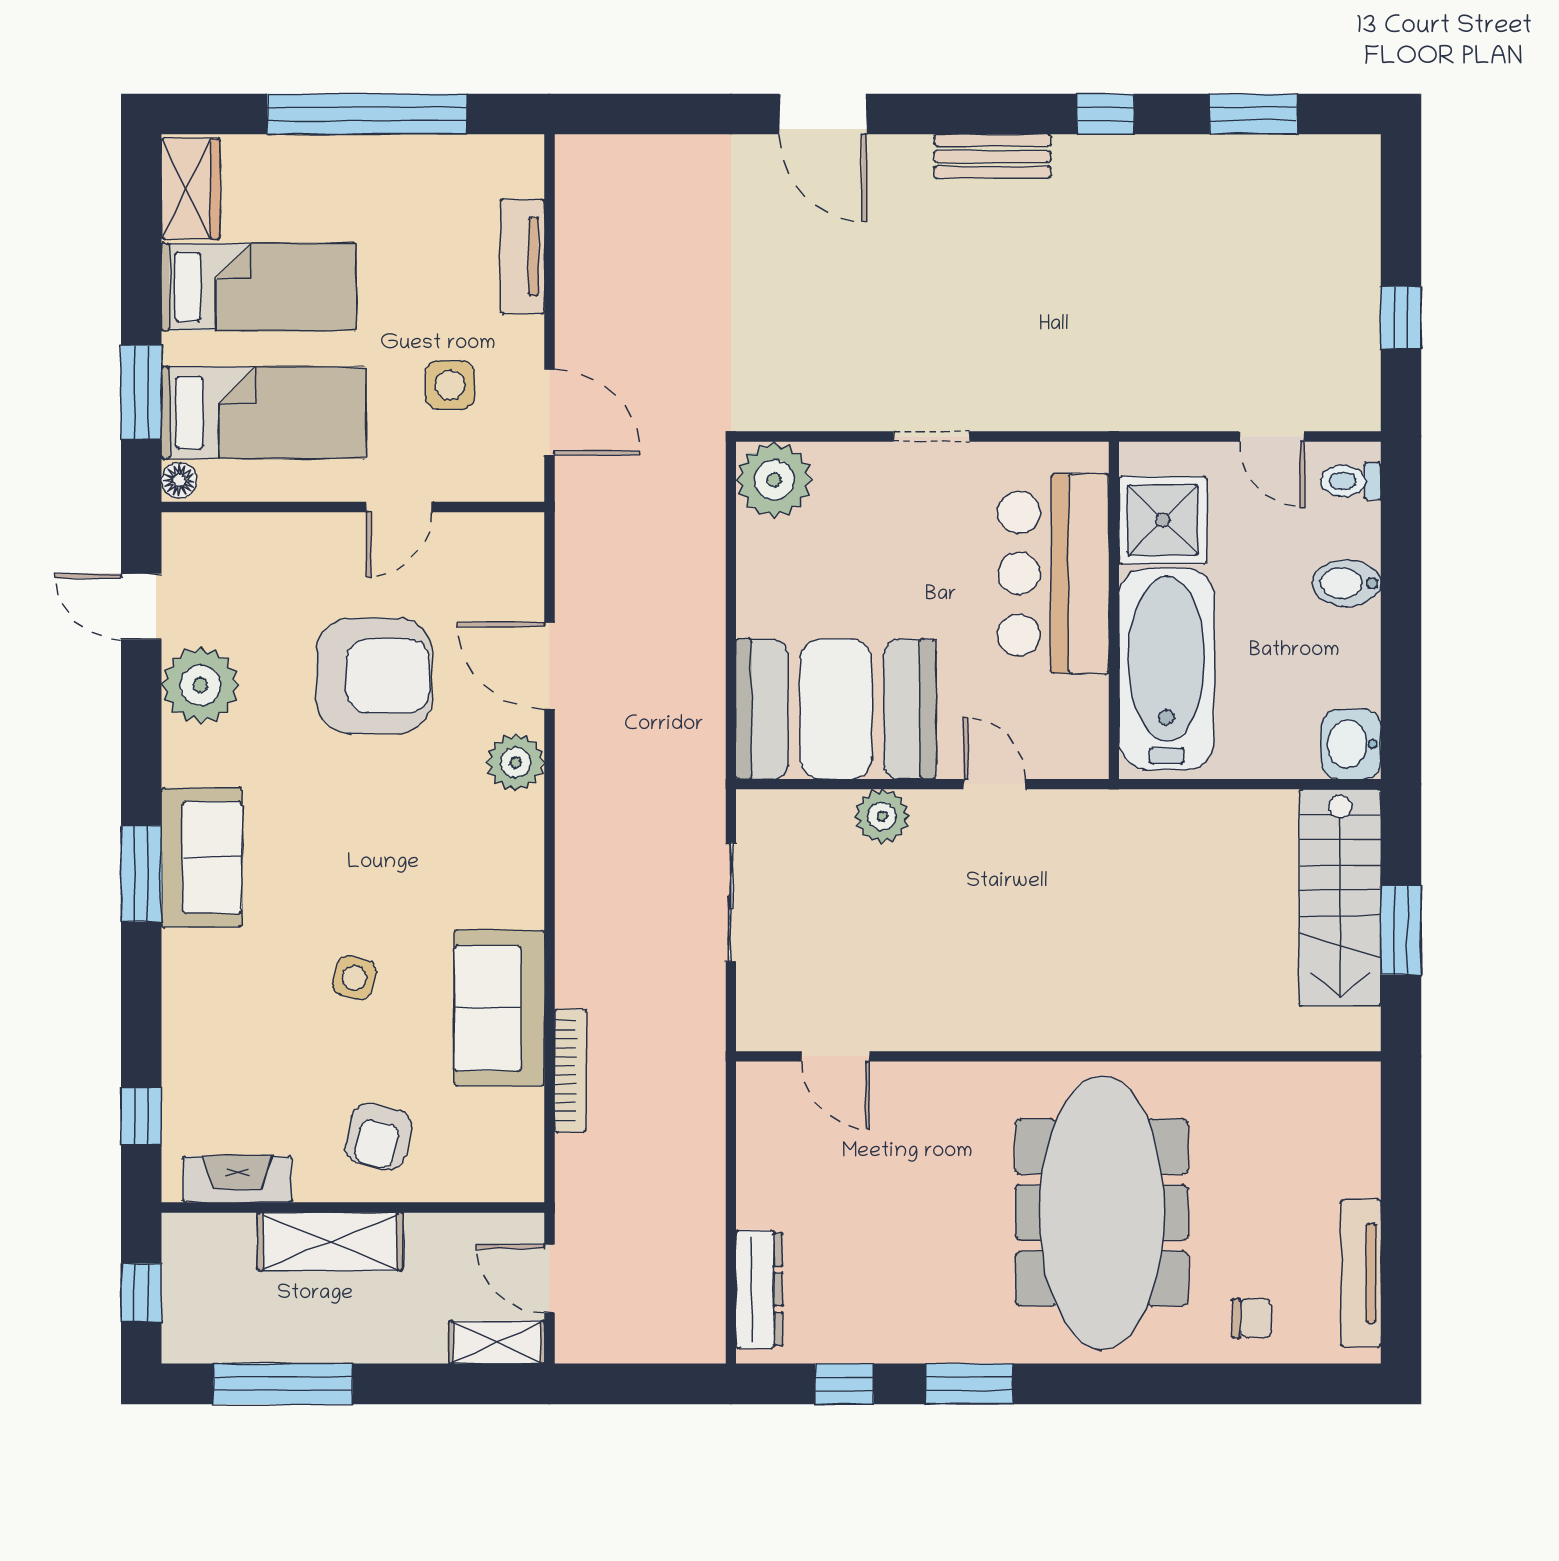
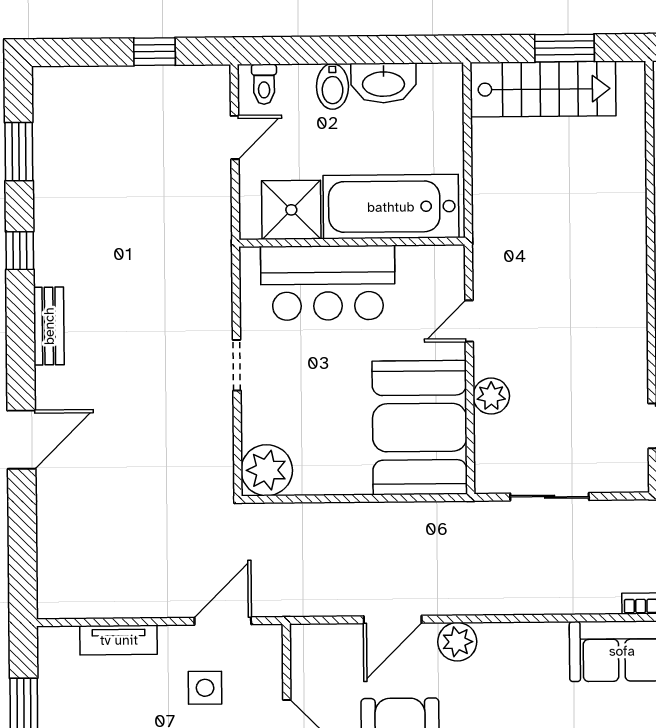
washbasin: (1351, 744) -> (383, 83), moved, width x1.38

